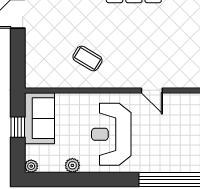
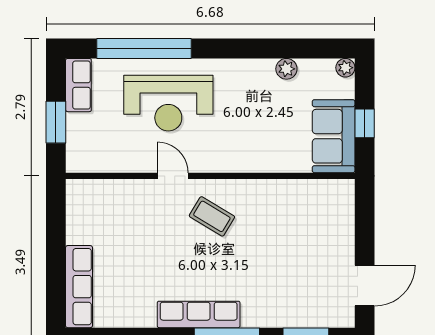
coffee table: (87, 58) -> (212, 216), moved
reception desk: (111, 134) -> (168, 103), moved, turned 90

